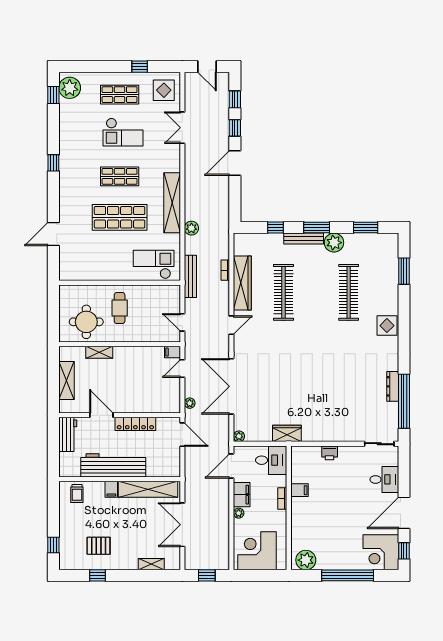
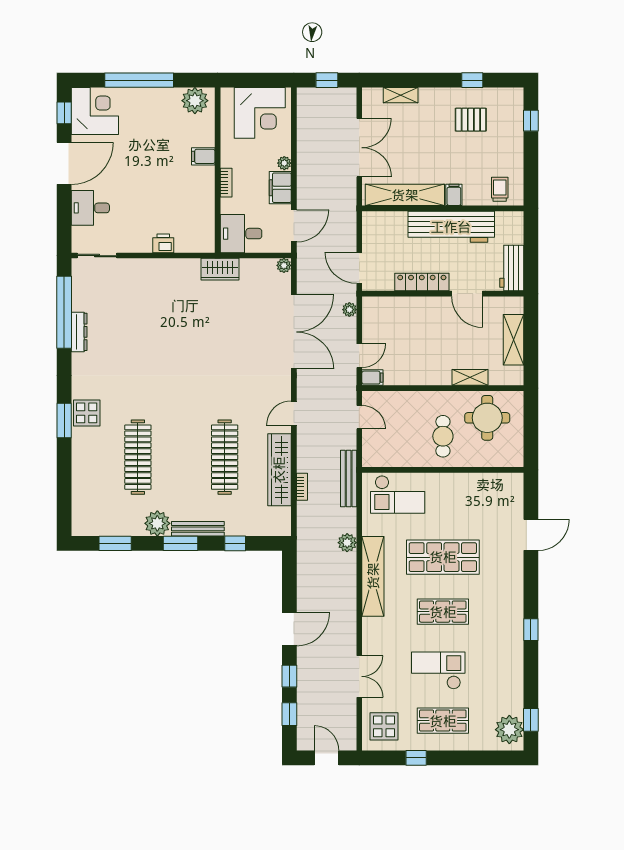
window: (404, 271) -> (64, 420), moved
filing cabinet: (300, 490) -> (203, 156), moved

